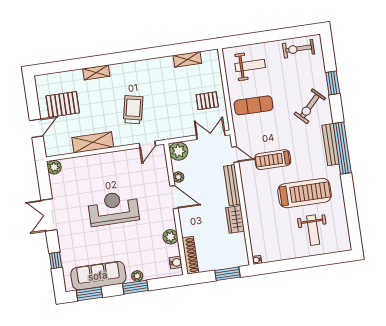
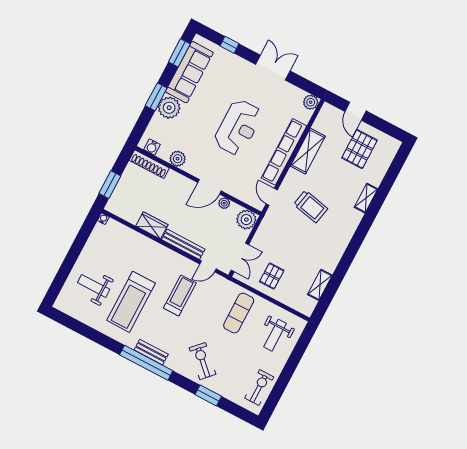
bench: (331, 145) -> (151, 352), width x0.73
row of seats: (107, 160) -> (284, 152), added
plant: (137, 276) -> (169, 108), width x1.87, depth x1.87

